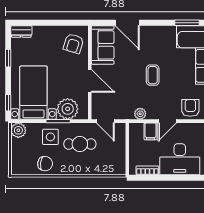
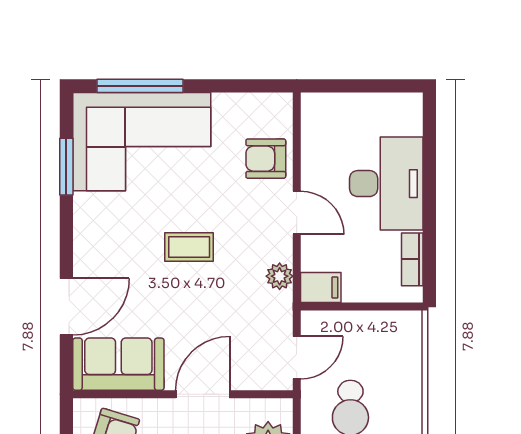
filing cabinet: (151, 131) -> (321, 287), moved

